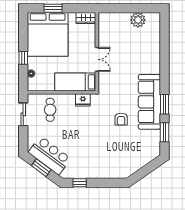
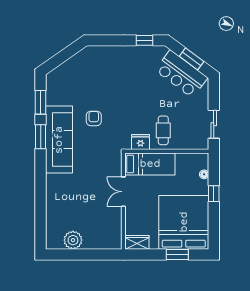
cafe table: (50, 110) -> (163, 130), moved

